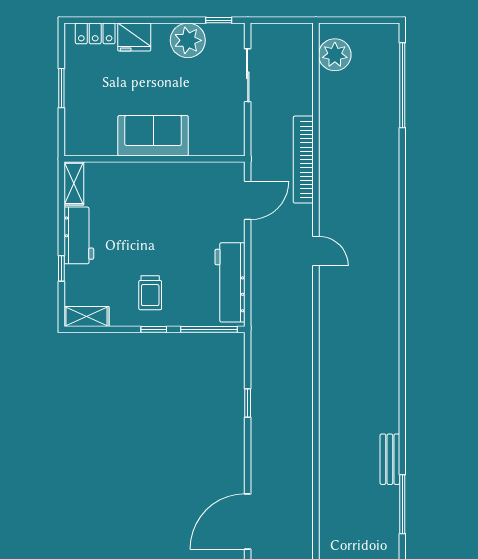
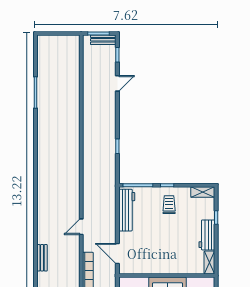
door: (248, 200) -> (117, 254), hinge flipped
door: (316, 251) -> (81, 227), hinge flipped
bench: (390, 459) -> (42, 258), moved
door: (248, 522) -> (117, 83), width x0.53

